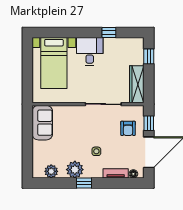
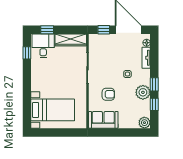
window: (109, 32) -> (27, 53), moved
desk: (90, 51) -> (43, 46), moved, turned 90
armchair: (128, 128) -> (108, 94), moved
plant: (51, 171) -> (144, 123), moved
window: (61, 183) -> (154, 104), added

